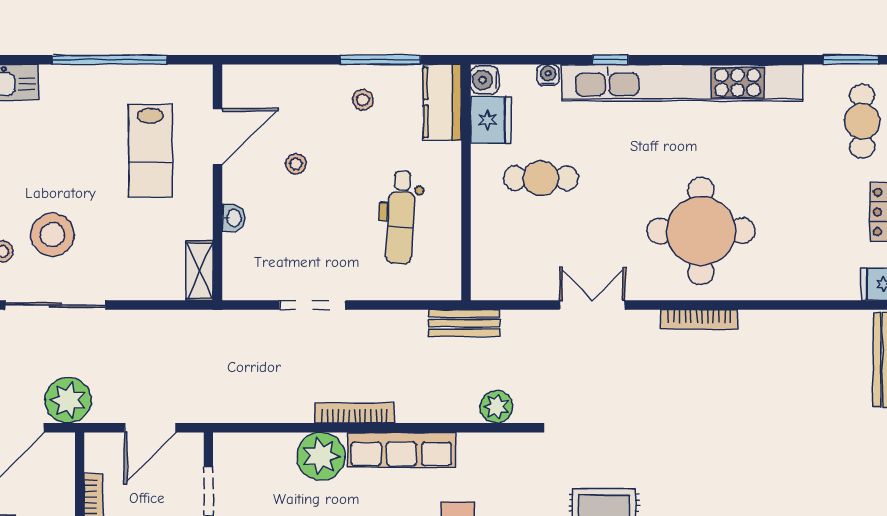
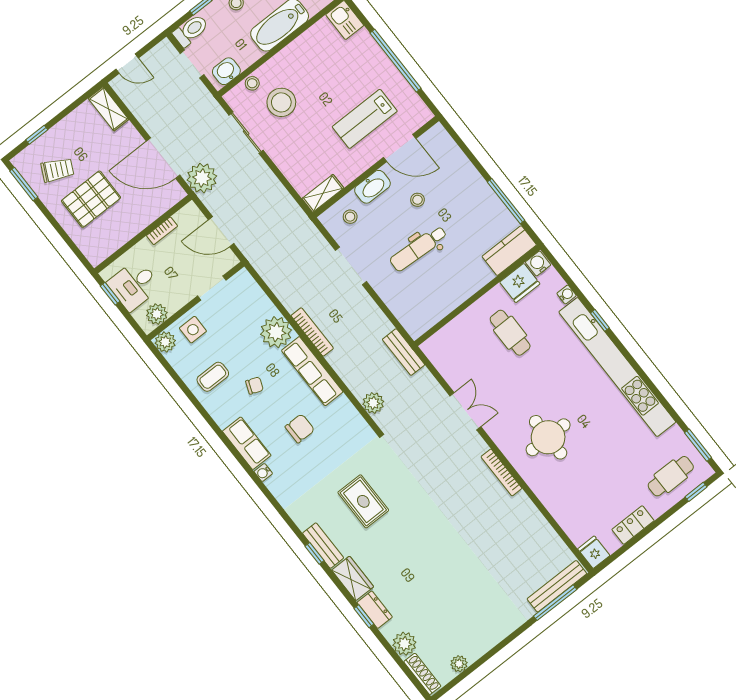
stool: (363, 100) -> (350, 217), moved
dental chair: (401, 217) -> (418, 248), moved
washbasin: (233, 218) -> (372, 187), width x1.91, depth x1.45
round table: (701, 231) -> (548, 437), width x0.73, depth x0.73
sliding door: (55, 305) -> (246, 133), width x0.73

